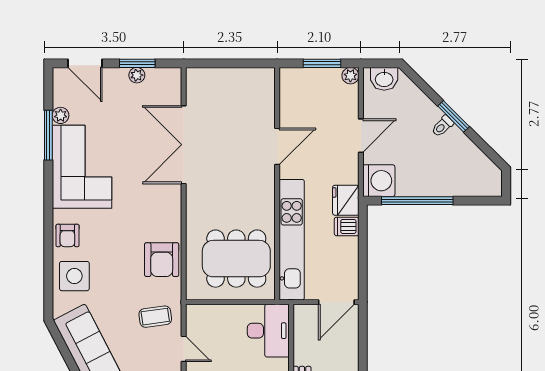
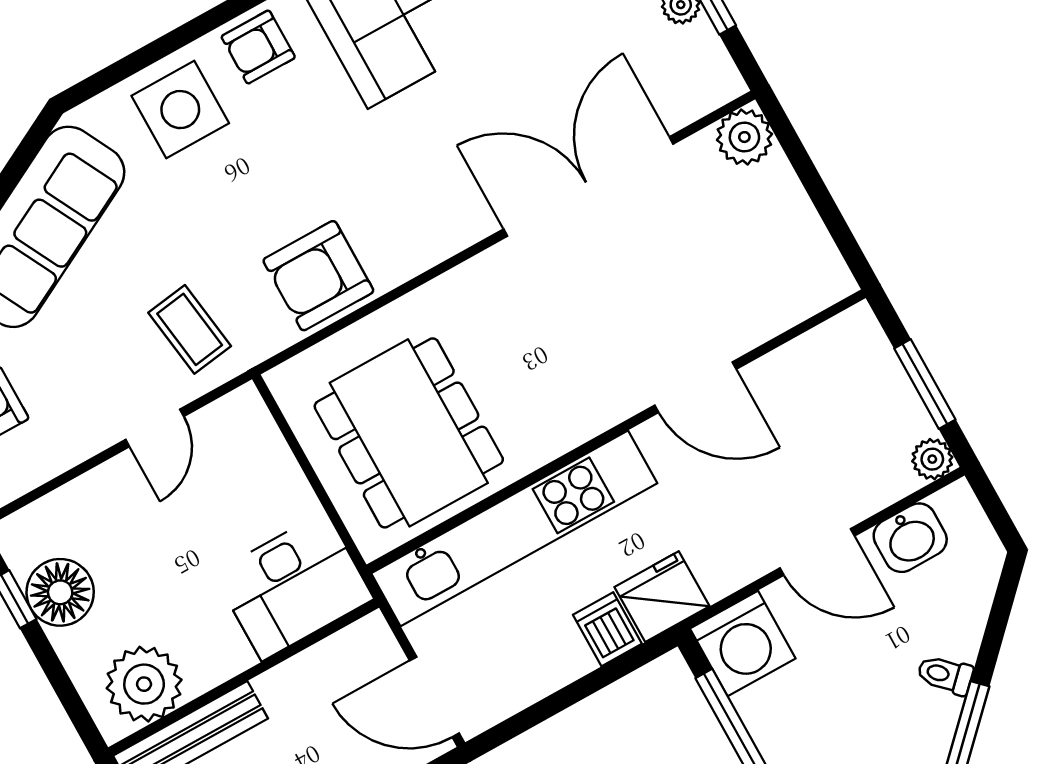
plant: (197, 79) -> (744, 137), added
washbasin: (384, 79) -> (910, 538), moved, turned -90
toilet: (442, 126) -> (945, 675), moved

